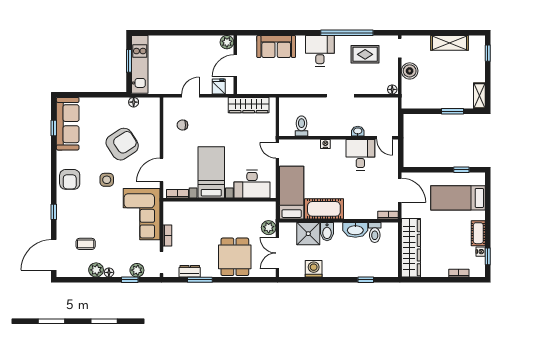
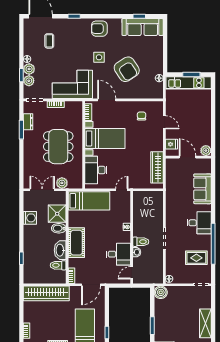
rug: (365, 54) -> (196, 258), turned 90
boiler: (410, 71) -> (161, 292), moved
toilet: (301, 126) -> (141, 242), moved
cot: (324, 209) -> (76, 243), moved
dining table: (235, 257) -> (58, 147), moved, width x1.38
plant: (96, 270) -> (29, 69), moved

